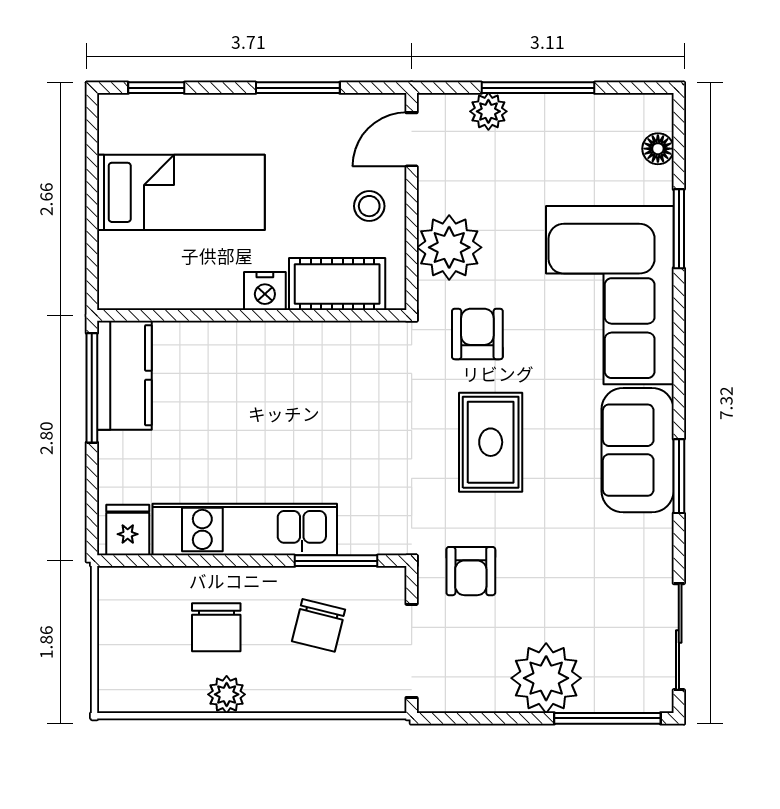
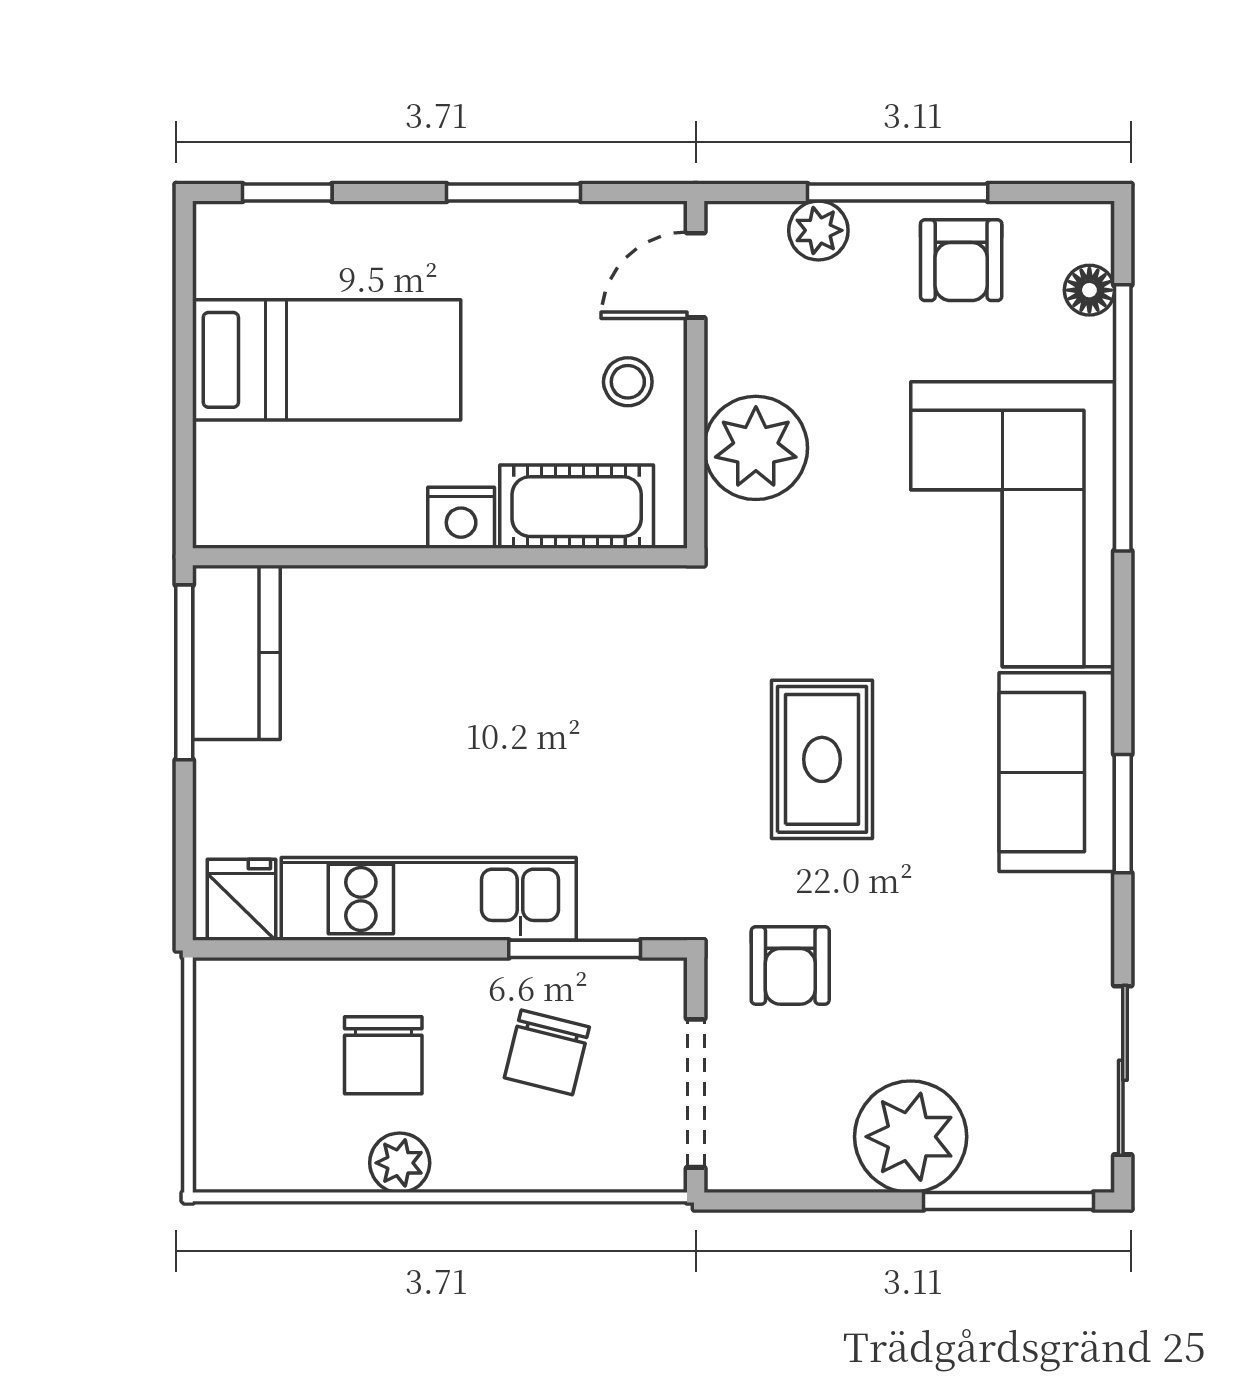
window: (679, 229) -> (1123, 418), width x2.11
armchair: (477, 334) -> (961, 260), moved, turned 180

